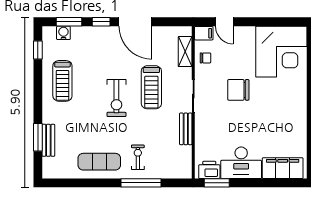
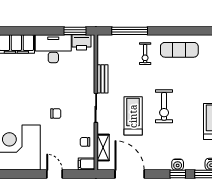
door: (135, 22) -> (130, 174), moved
door: (224, 22) -> (55, 174), moved
water cooler: (101, 32) -> (178, 165), added
chair: (238, 90) -> (56, 114), width x0.54, depth x0.54
exercise bike: (116, 98) -> (164, 106), turned 180
window: (141, 183) -> (130, 31), moved

